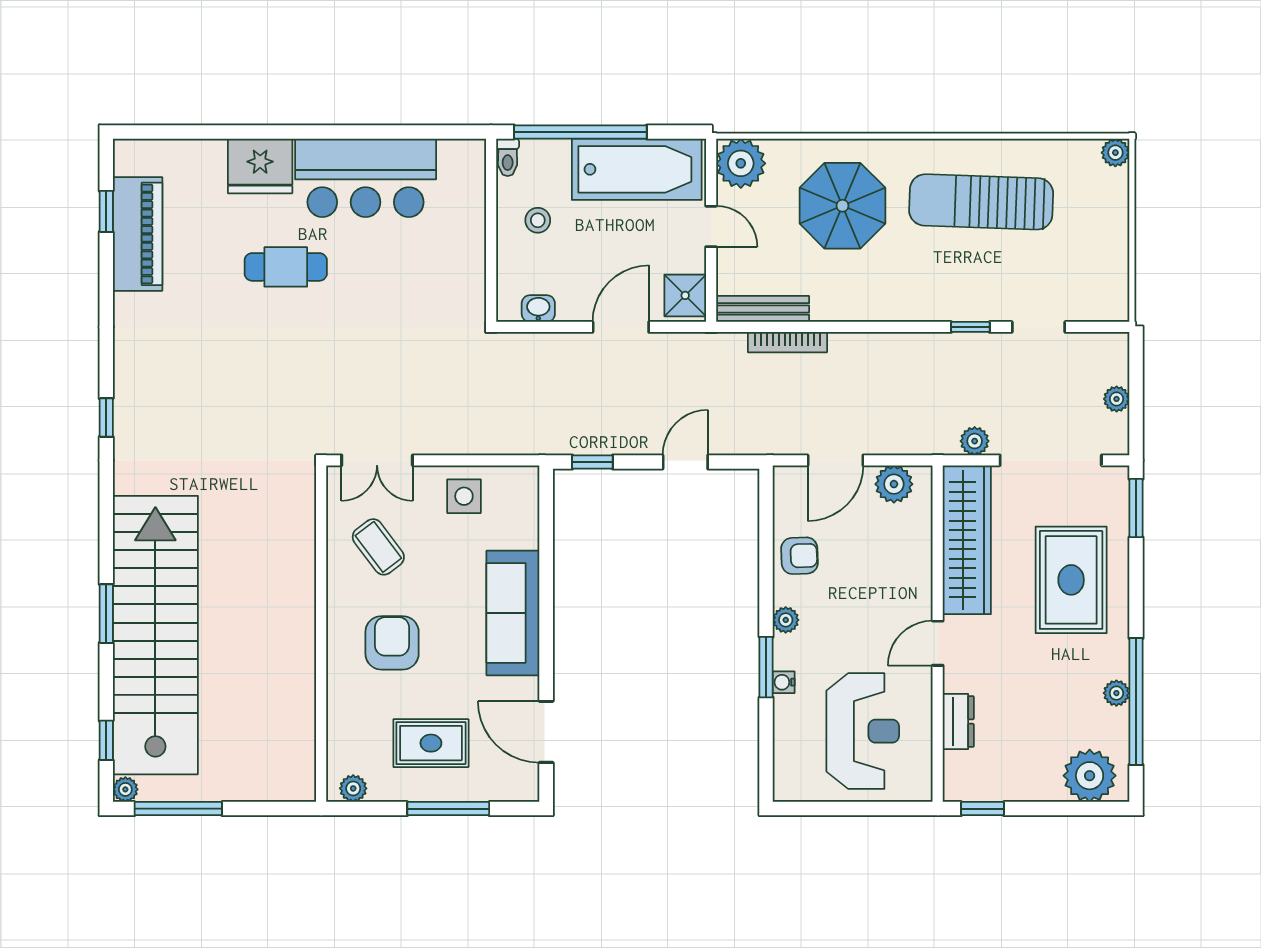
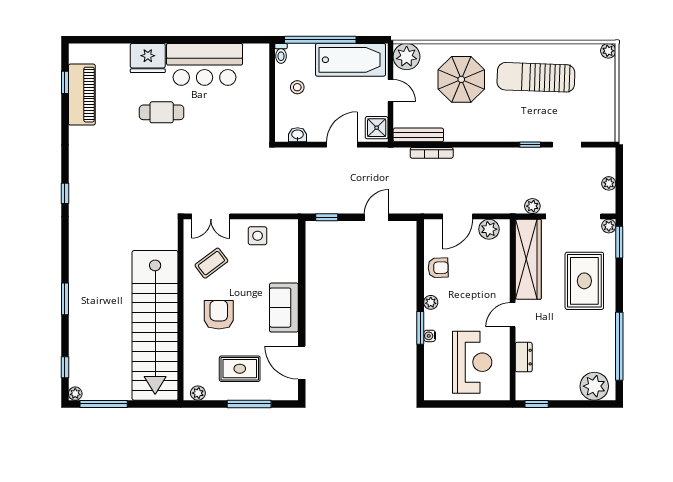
coffee table: (378, 547) -> (211, 263), turned 90
sofa: (513, 613) -> (284, 308), width x0.73
stairs: (155, 635) -> (155, 325), moved, turned 180
plant: (1116, 693) -> (609, 226), moved

